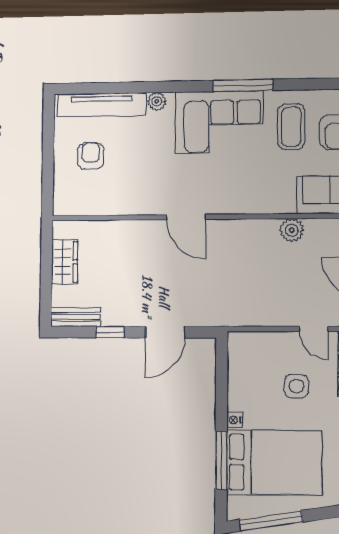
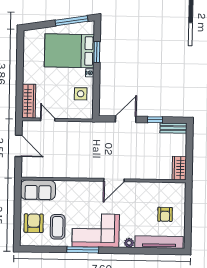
door: (186, 217) -> (114, 180), swing flipped
plant: (292, 230) -> (58, 172), removed
wardrobe: (65, 262) -> (179, 168), moved
side table: (297, 386) -> (81, 94), moved
window: (221, 460) -> (97, 52), width x0.69

